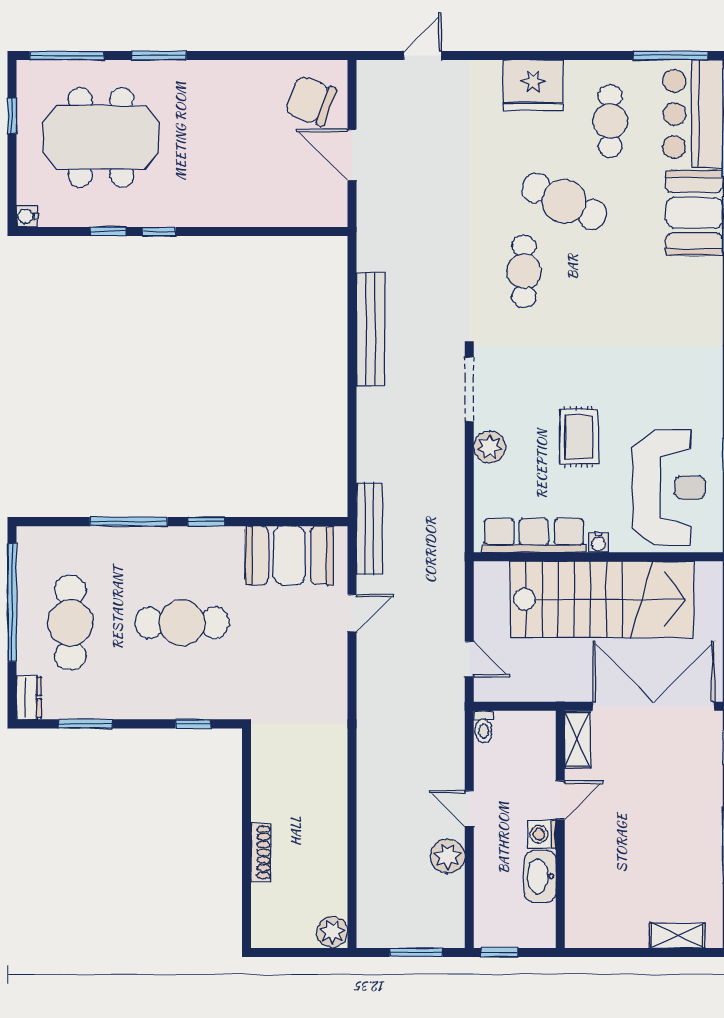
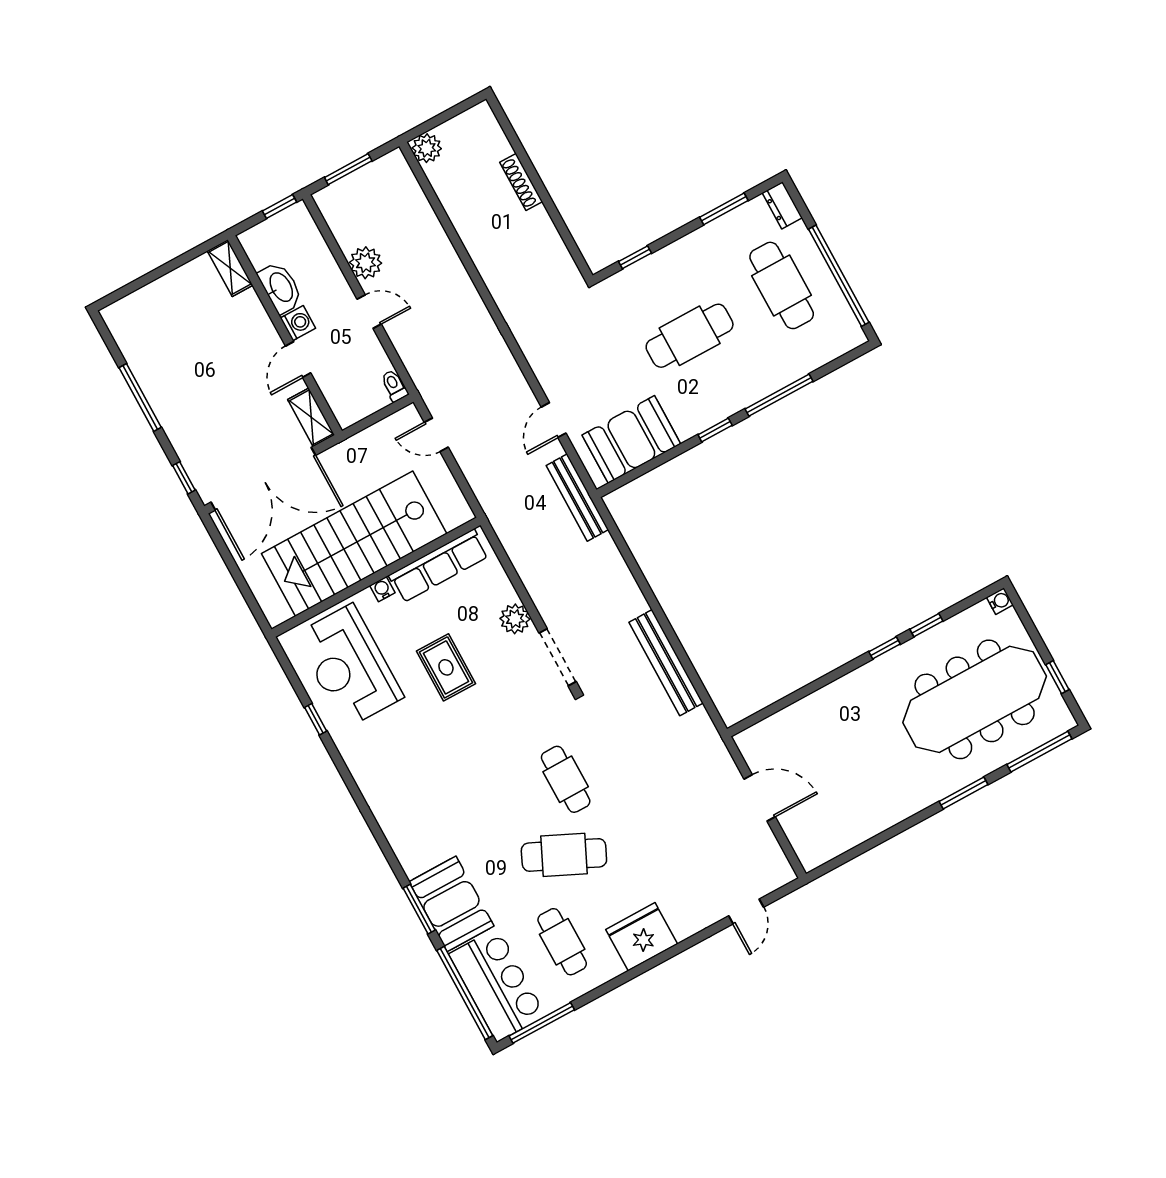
chair: (311, 101) -> (818, 824), removed
meeting table: (101, 137) -> (975, 699), width x1.36
shelving: (677, 936) -> (230, 268), moved, turned 90

